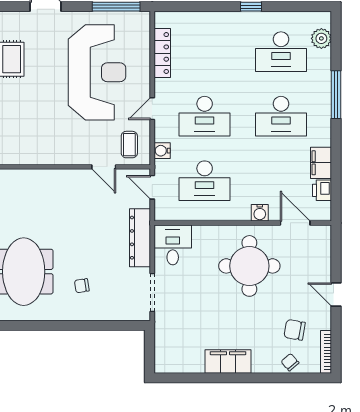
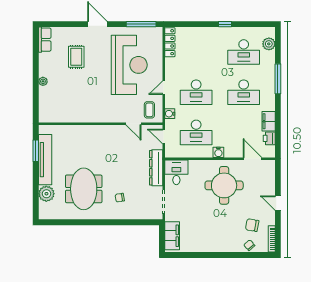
locker: (162, 53) -> (170, 42), moved
water cooler: (260, 213) -> (218, 152), moved
filing cabinet: (228, 361) -> (172, 236), moved, turned 90

